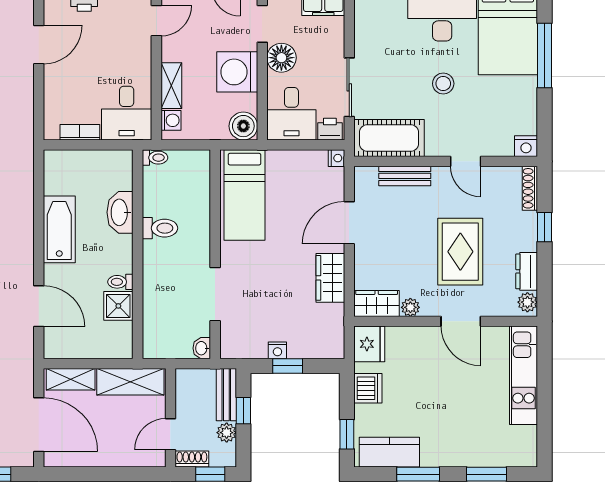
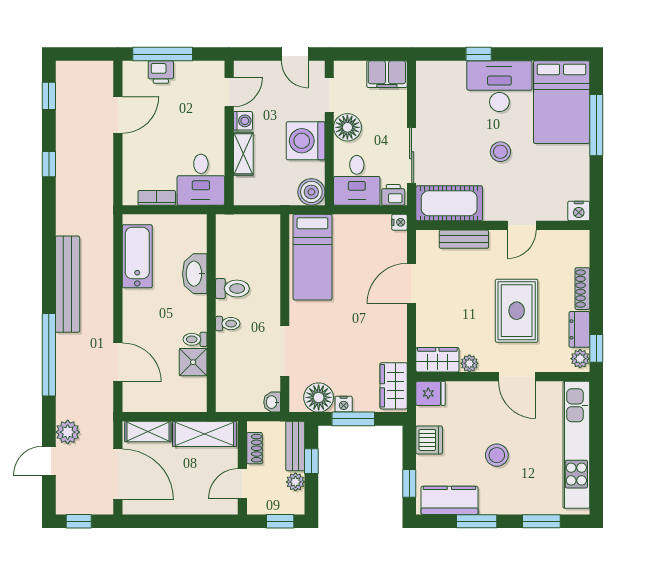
washing machine: (171, 120) -> (243, 121), moved
toilet: (155, 158) -> (228, 324), moved
door: (466, 161) -> (522, 225), hinge flipped
shoe rack: (530, 188) -> (582, 289), moved
window: (544, 227) -> (596, 348), moved
bathtub: (59, 229) -> (137, 256), moved
wardrobe: (330, 278) -> (394, 386), moved
floor lamp: (251, 343) -> (319, 397), added
fridge: (369, 344) -> (431, 393), width x0.72
window: (288, 366) -> (353, 419), width x1.50
kitchen unit: (523, 375) -> (576, 445), width x1.36
stool: (439, 404) -> (497, 455), added
shoe rack: (192, 459) -> (255, 448), moved, turned 90

